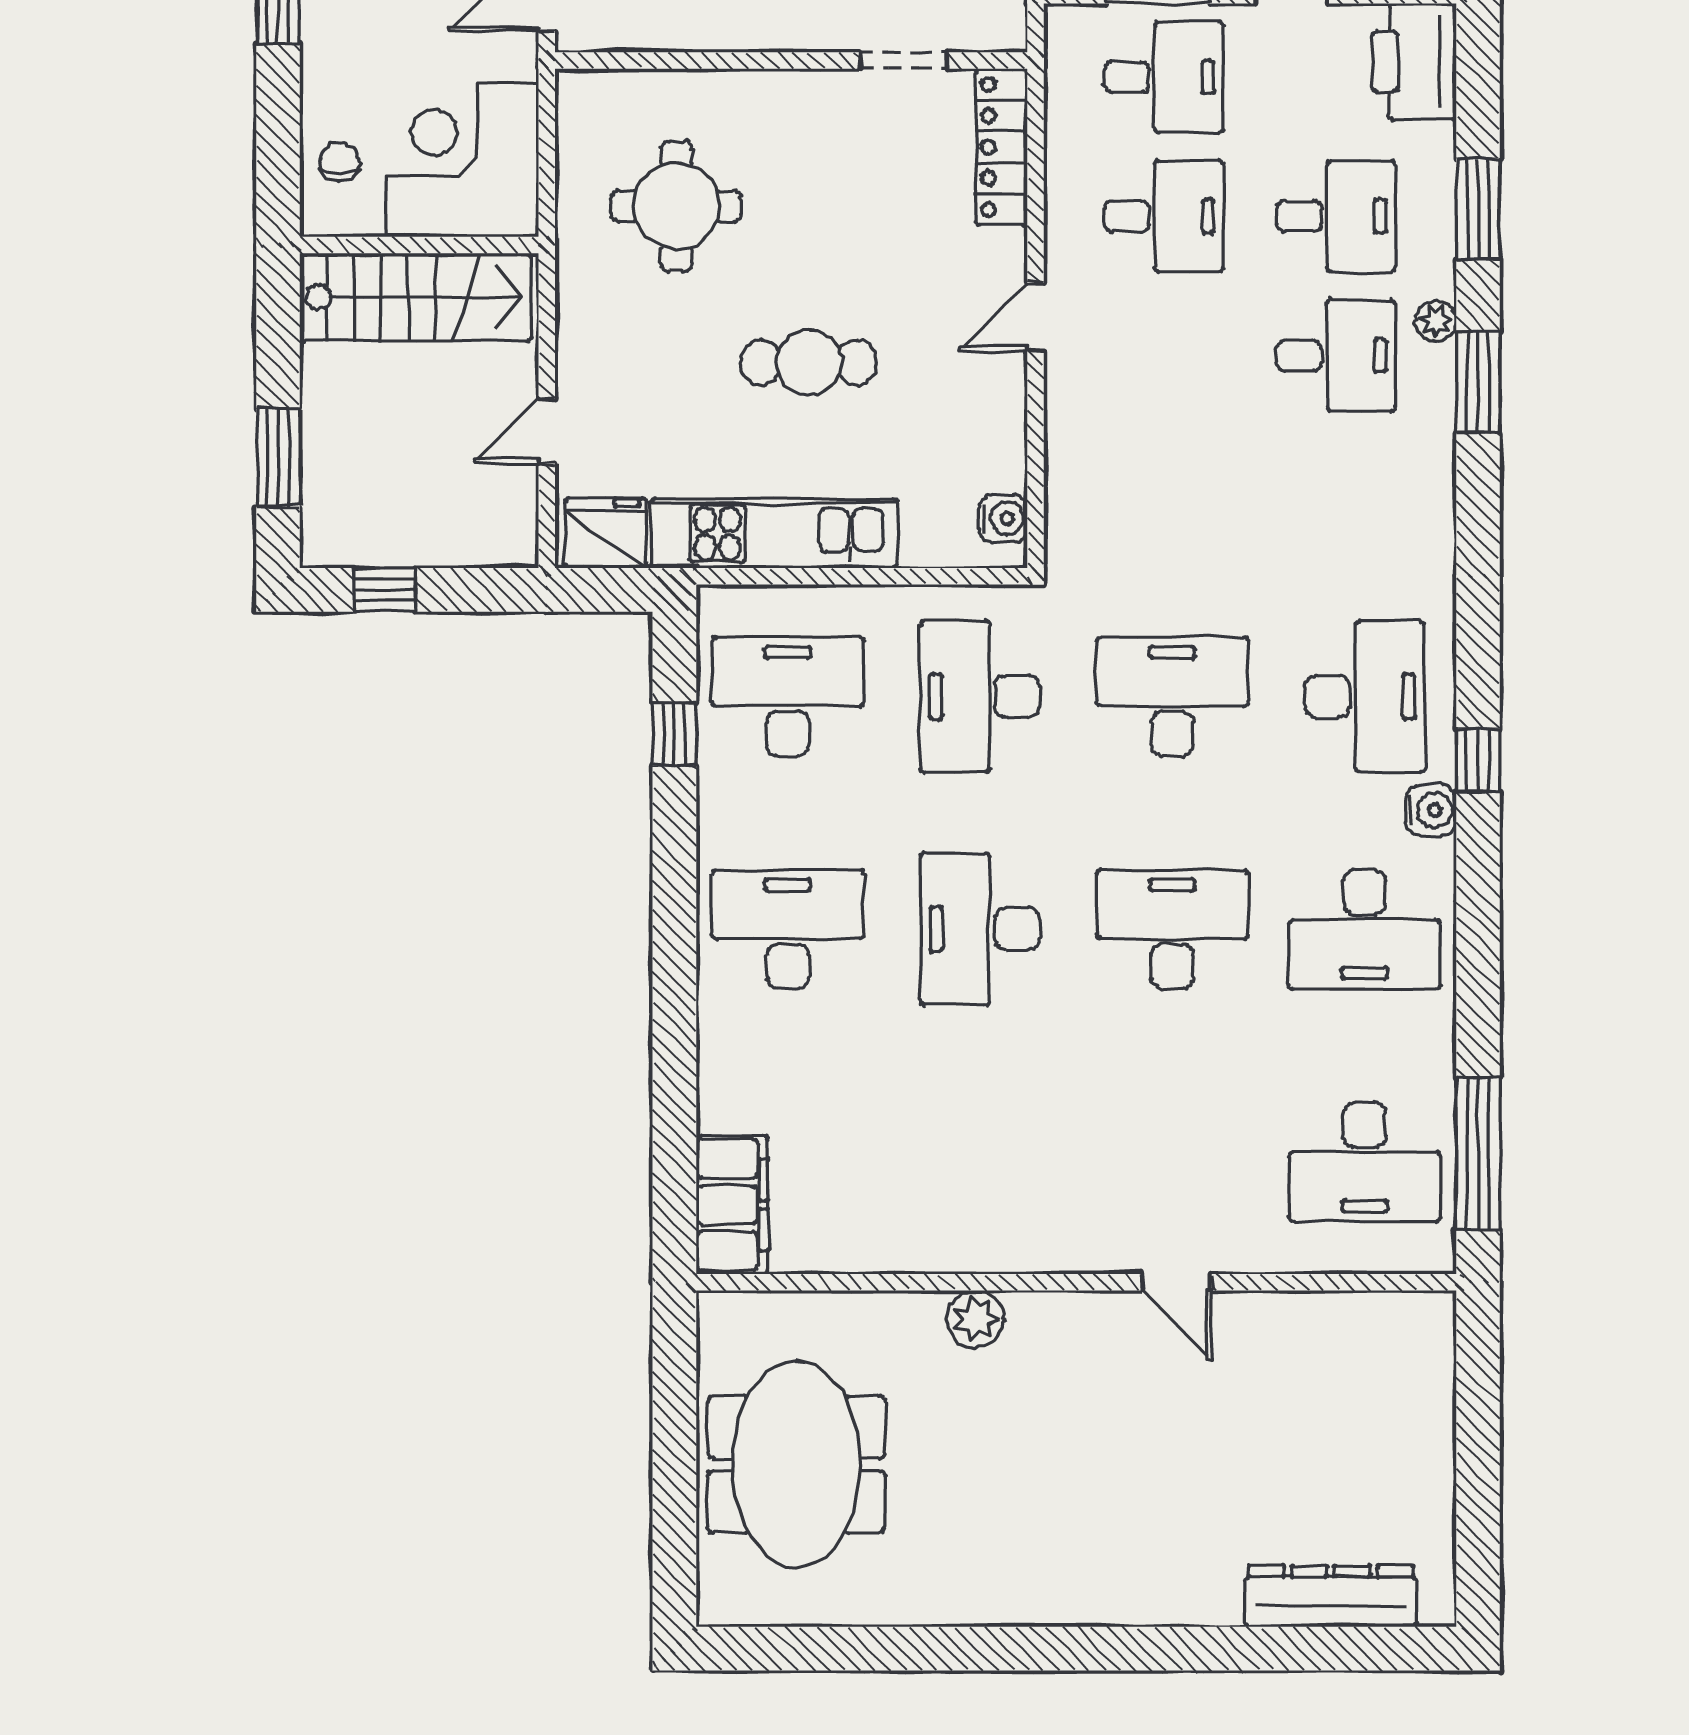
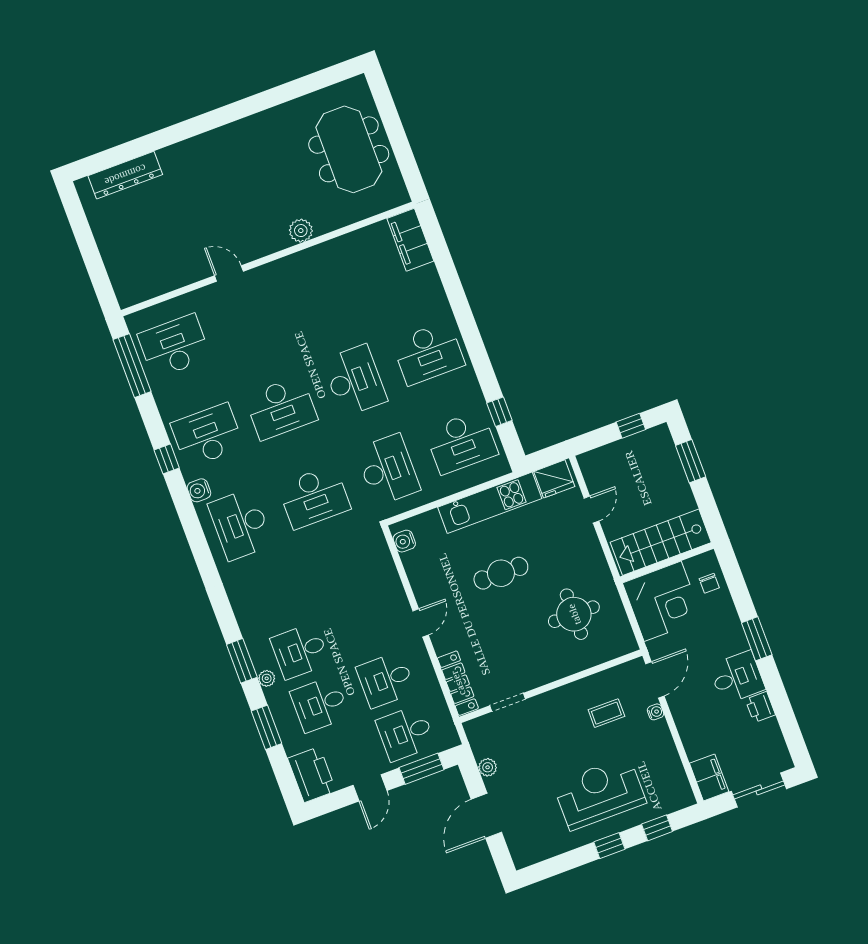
window: (1478, 760) -> (167, 459), moved

